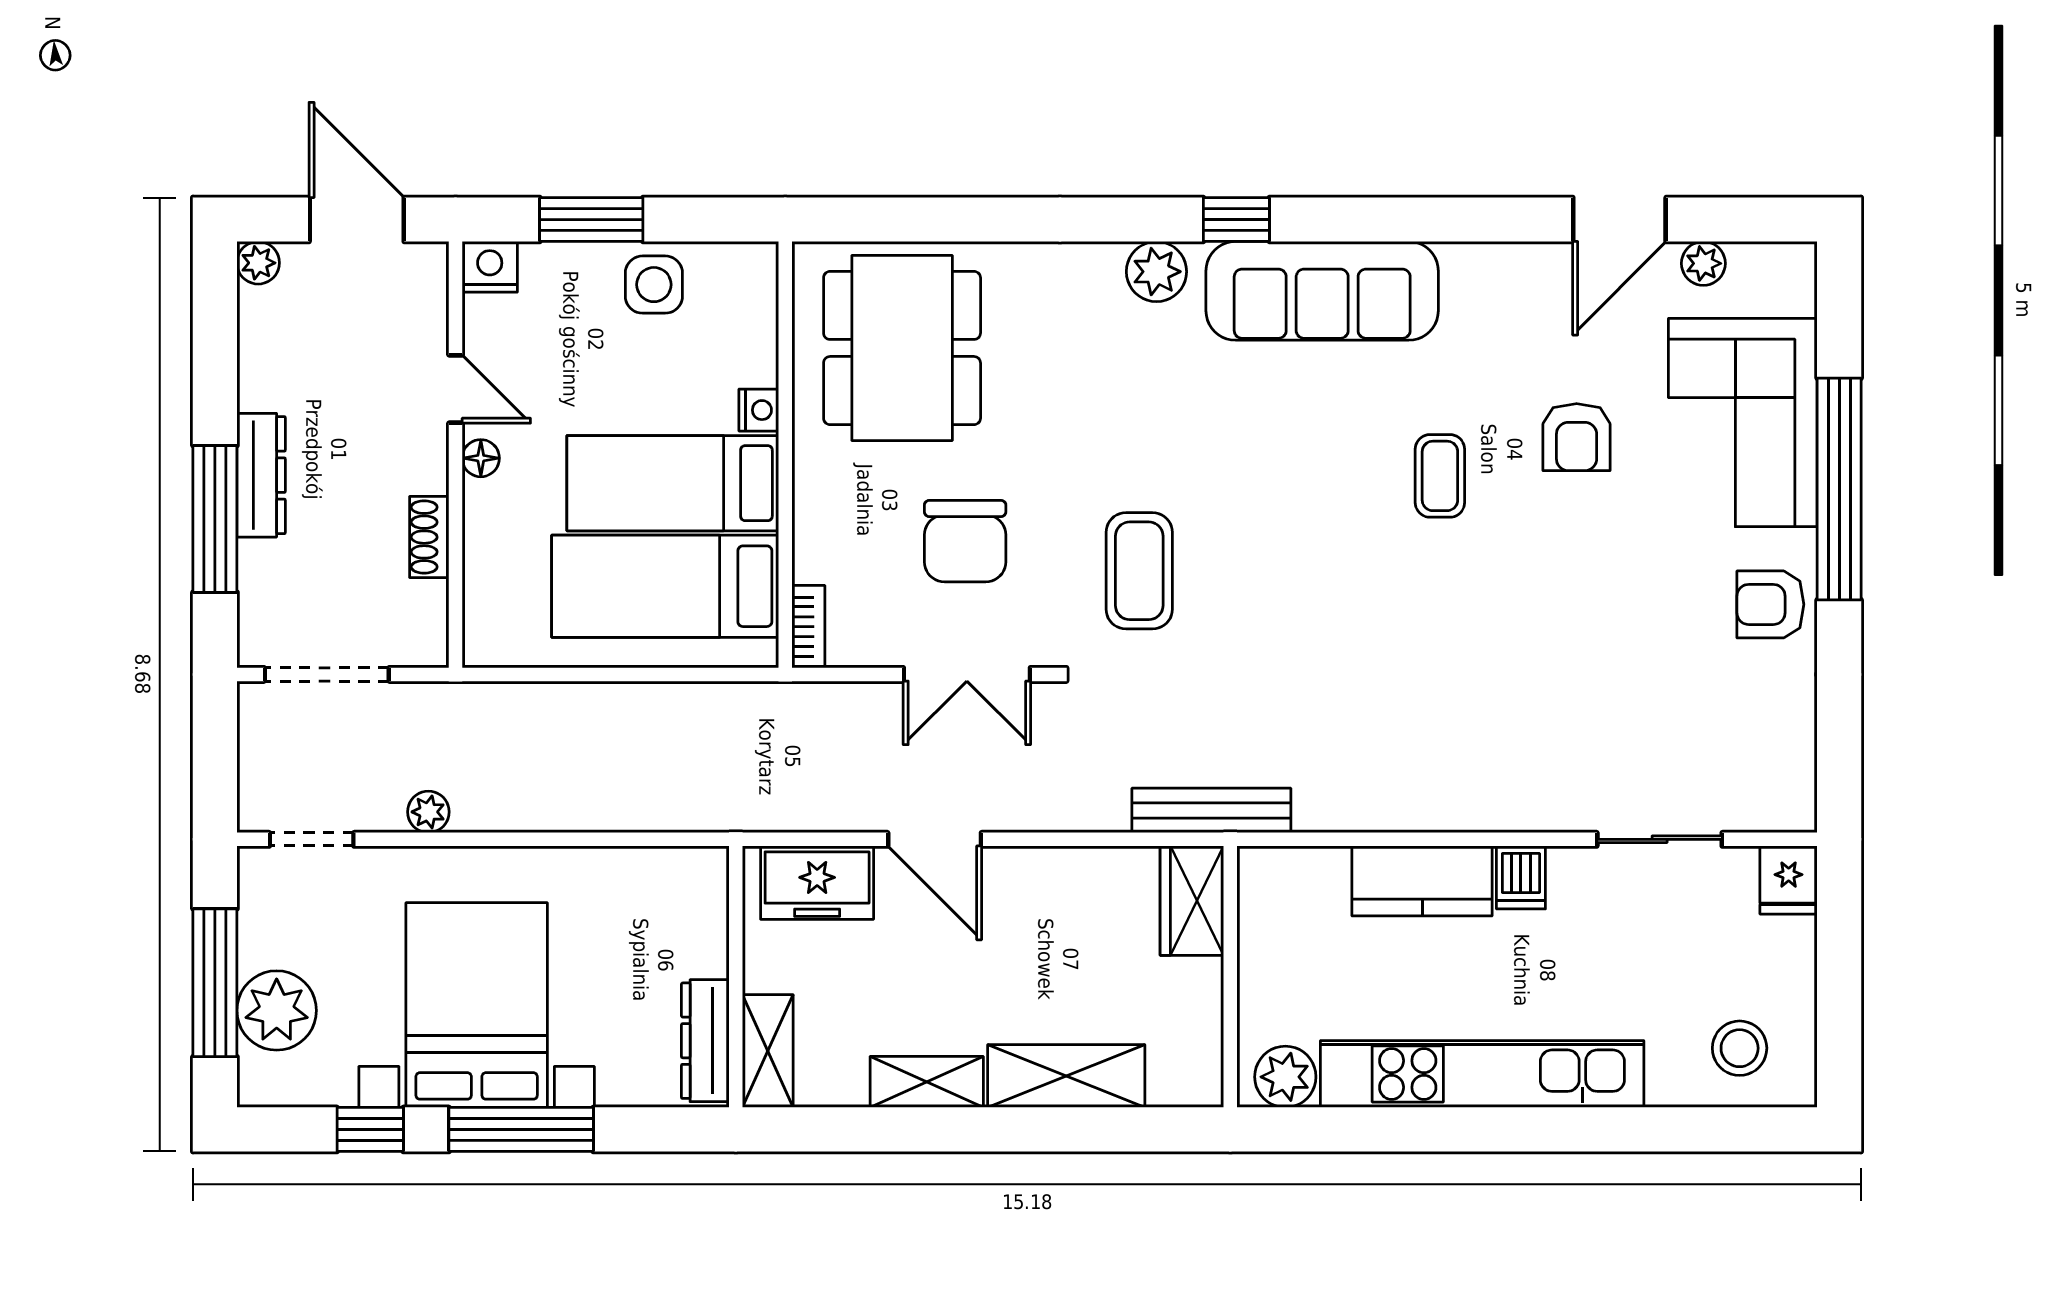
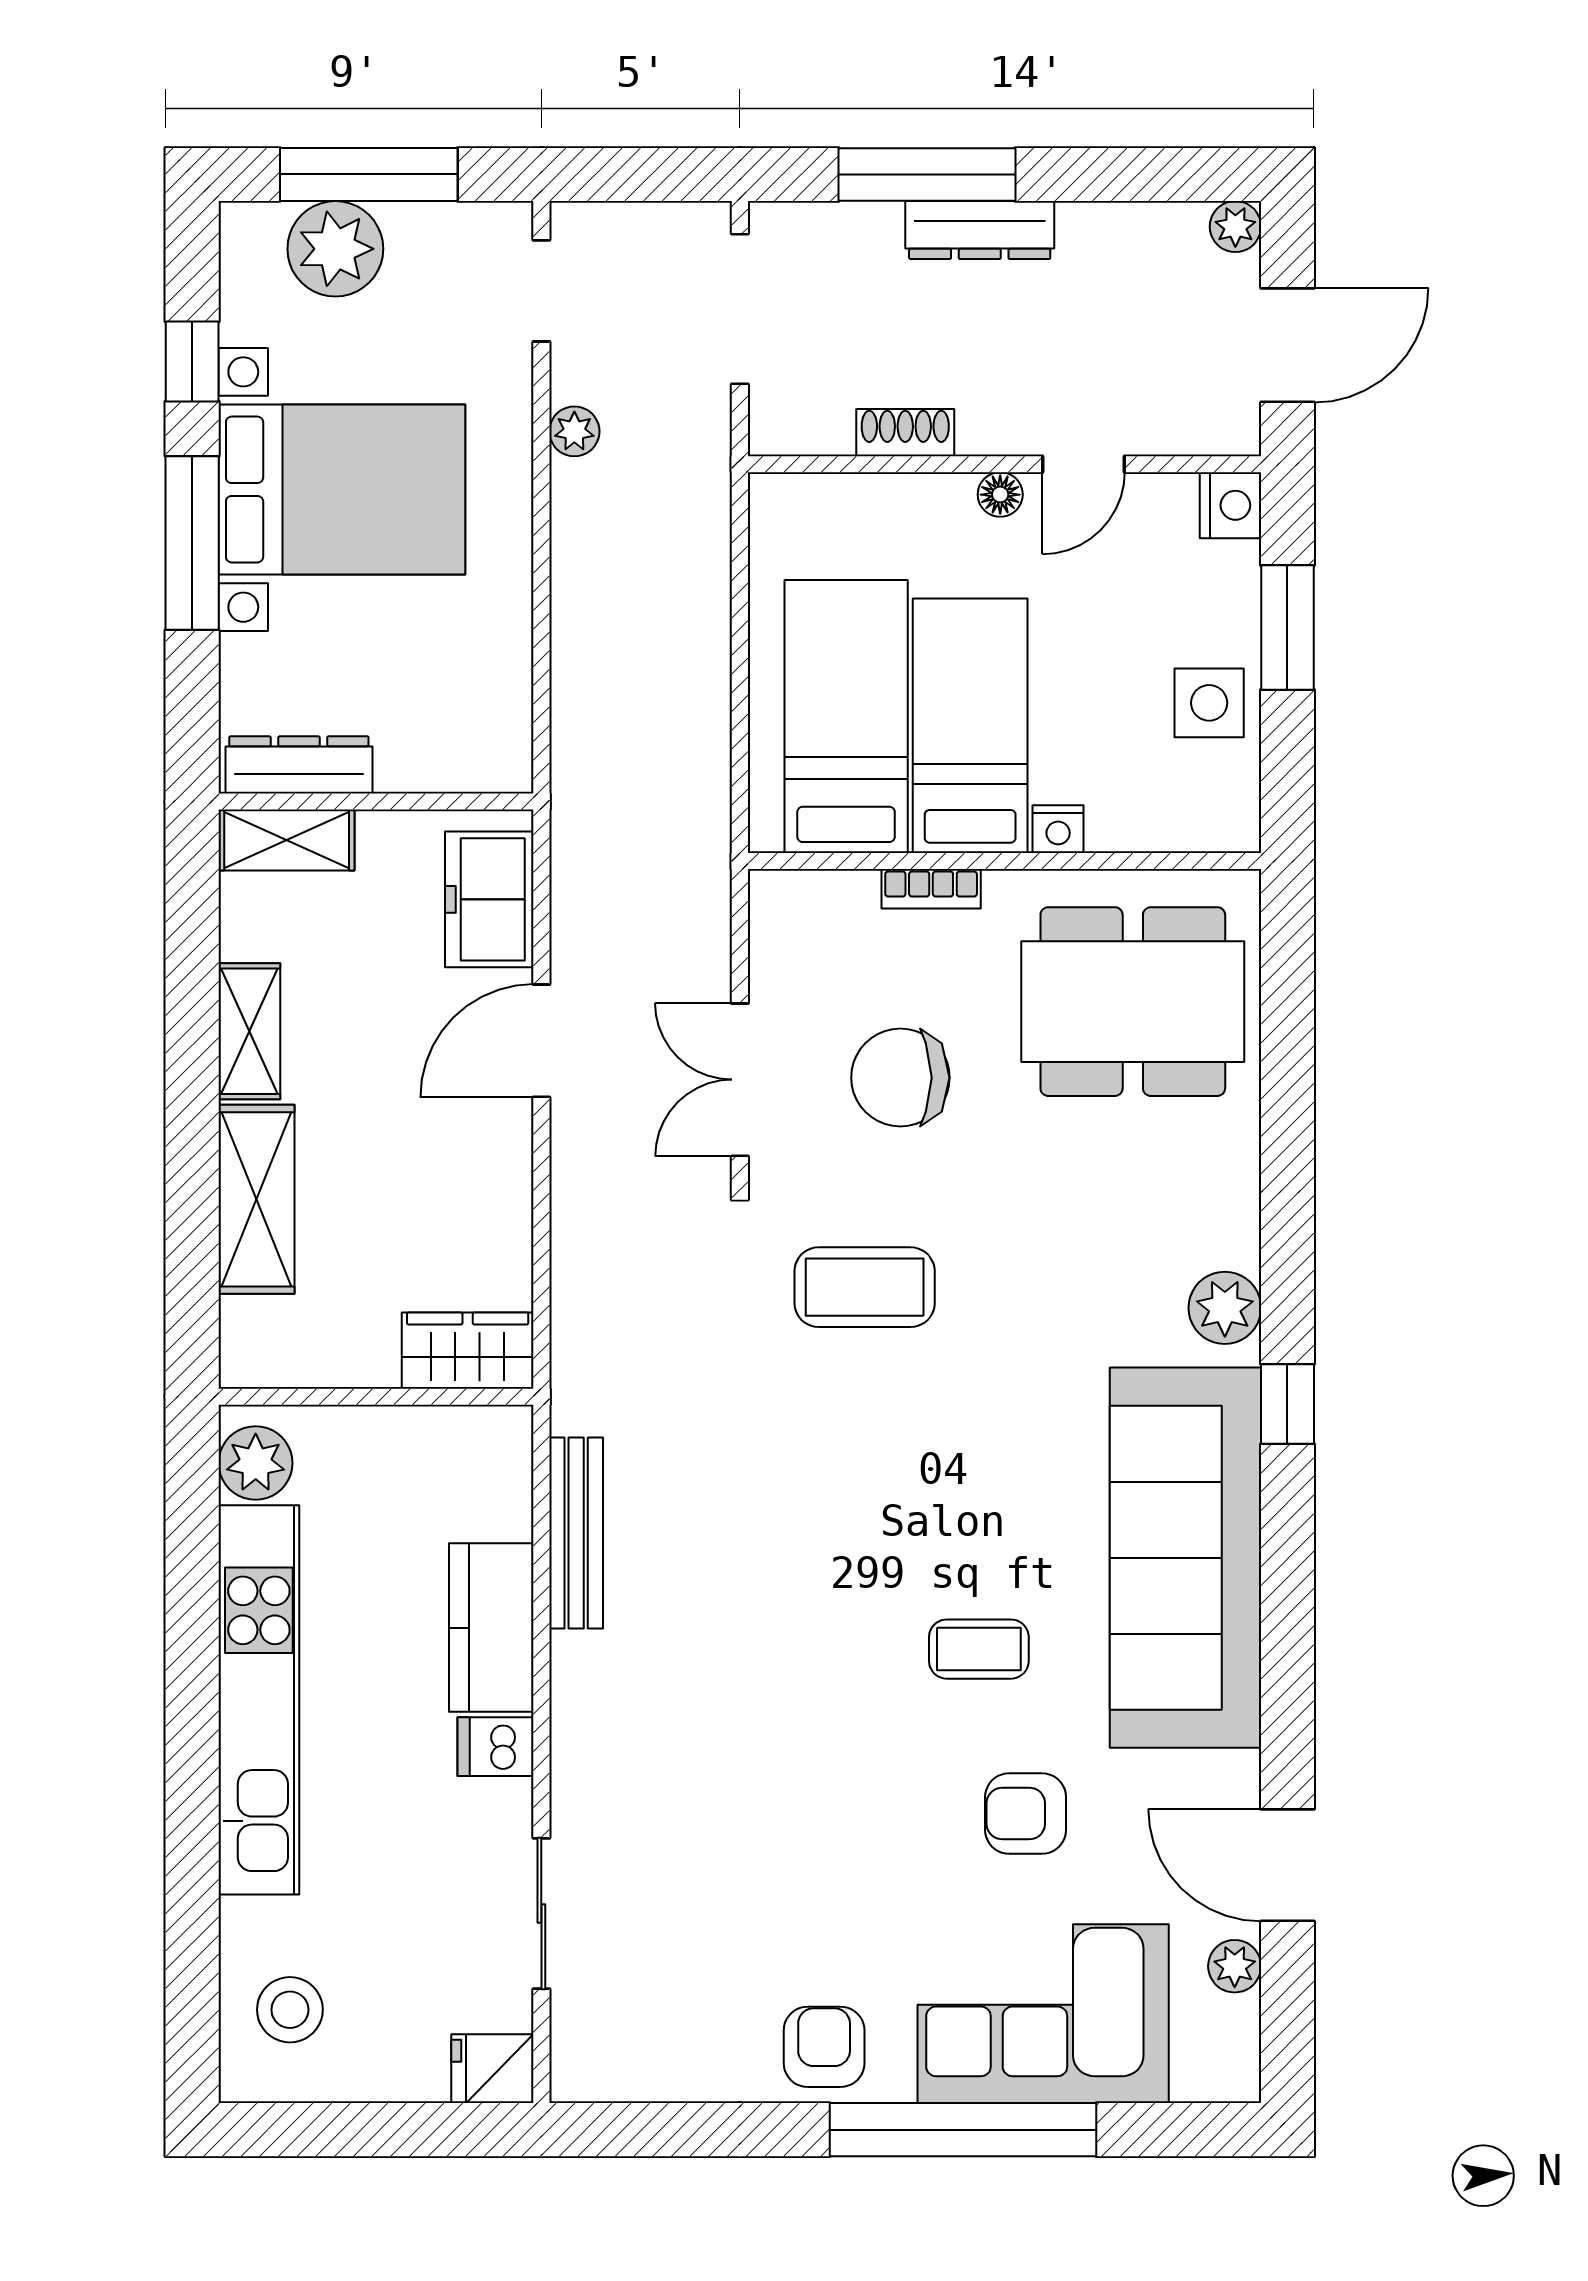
sofa: (1322, 291) -> (1185, 1558), width x1.36, depth x1.27
bookcase: (808, 627) -> (931, 889), moved
bench: (1211, 810) -> (576, 1533), moved

